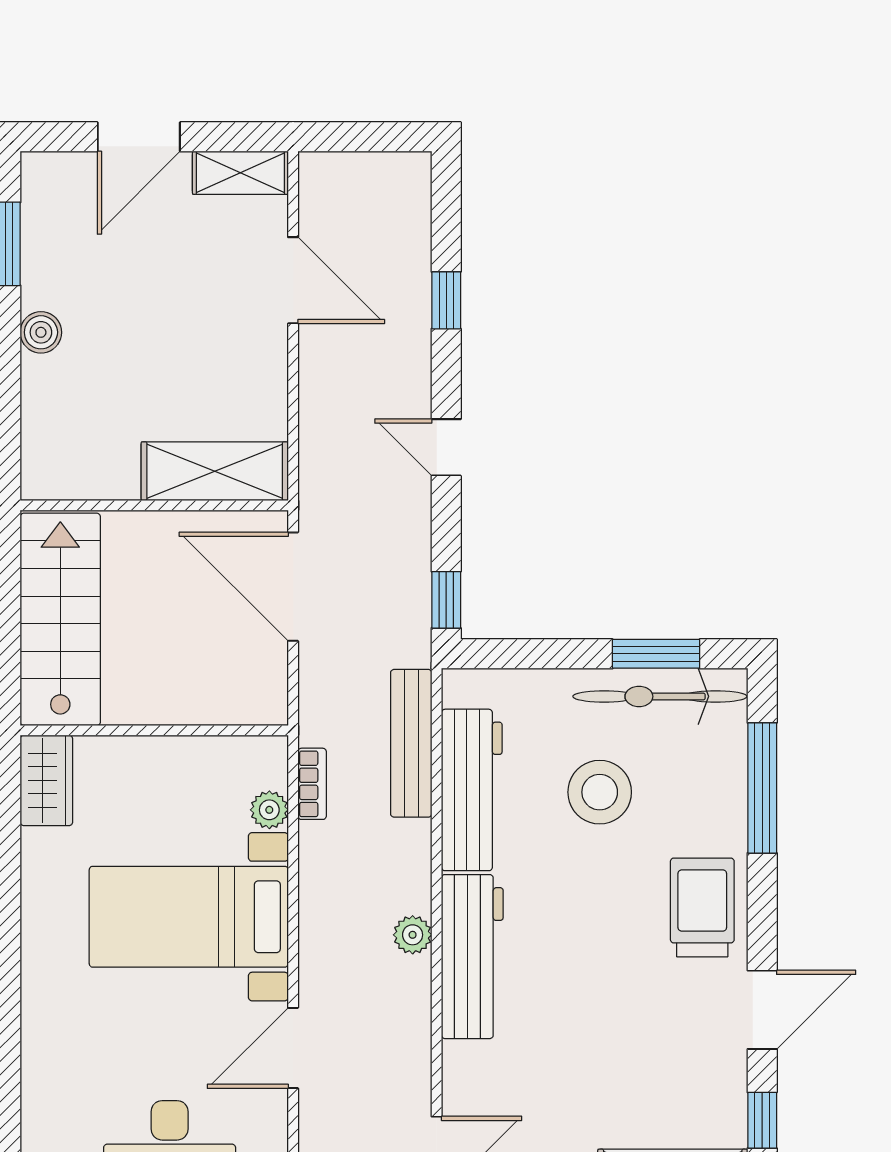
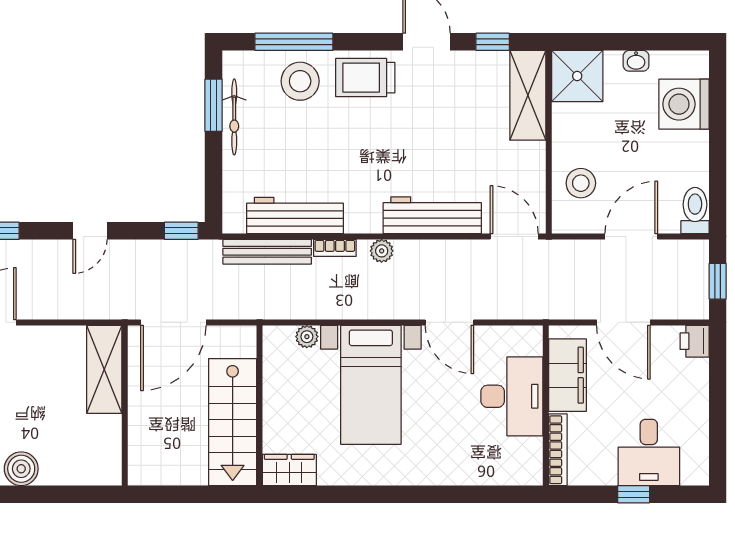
boiler: (41, 332) -> (21, 469), width x1.36, depth x1.36
stairs: (60, 619) -> (233, 422), moved, turned -90
bicycle: (660, 696) -> (234, 117), width x0.73, depth x0.71
bookcase: (312, 784) -> (335, 248), moved, turned 180
stool: (600, 792) -> (300, 81), moved
workbench: (472, 957) -> (432, 215), moved

